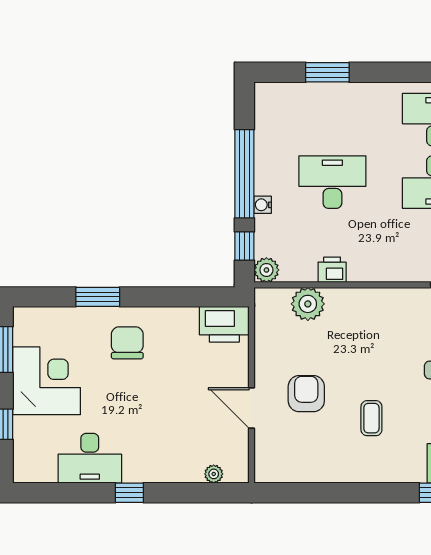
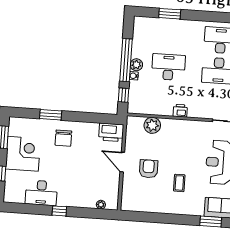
plant: (266, 270) -> (136, 65), moved
printer: (332, 270) -> (180, 111), moved
chair: (127, 343) -> (63, 138), turned 180
door: (252, 408) -> (122, 162), moved

